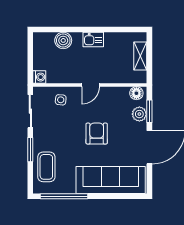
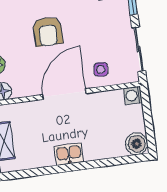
boiler: (63, 40) -> (137, 144), moved
door: (91, 85) -> (64, 94), width x1.88

